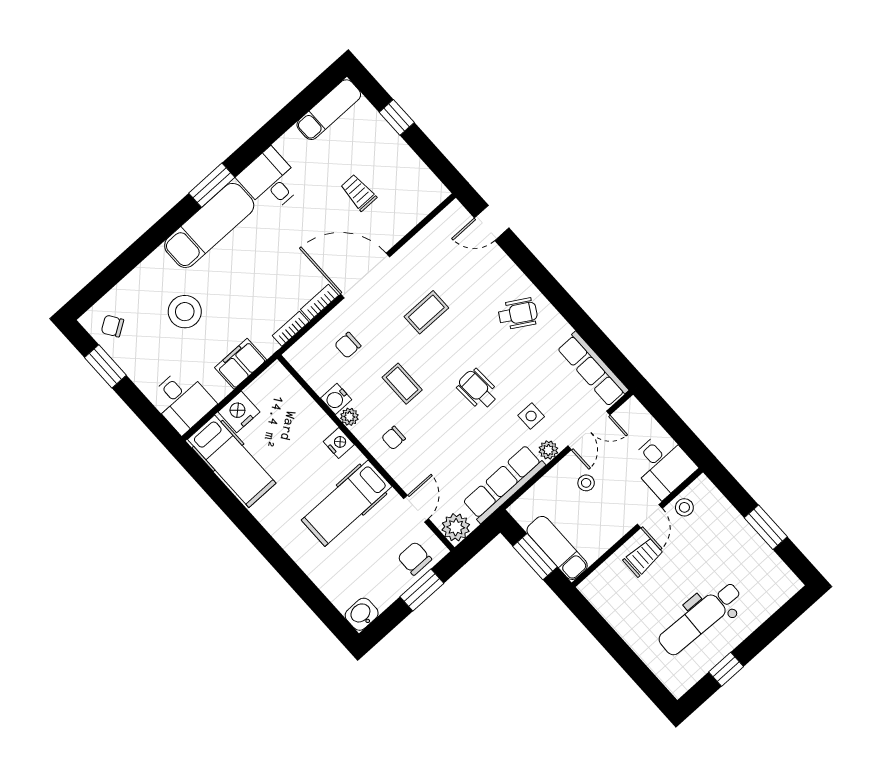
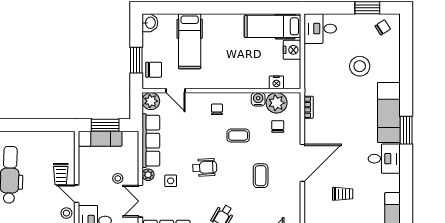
bookcase: (319, 302) -> (309, 131), removed
filing cabinet: (241, 364) -> (313, 70), removed
plant: (349, 417) -> (277, 103), moved, width x1.88, depth x1.88
nightstand: (339, 443) -> (276, 82), moved
hospital bed: (347, 503) -> (190, 41), moved, turned 180

